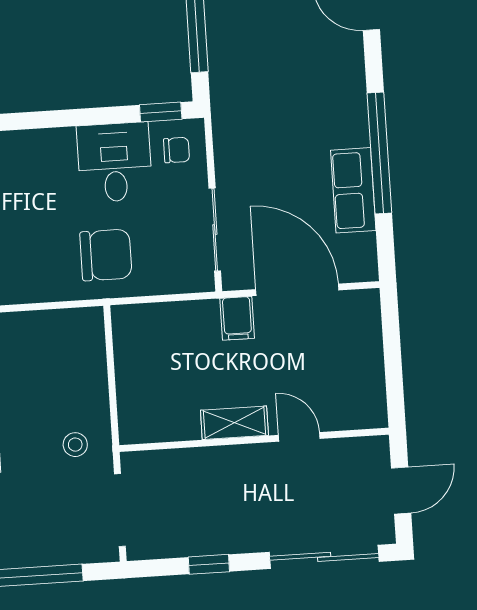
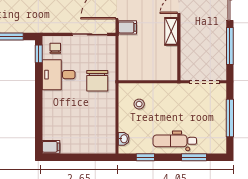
chair: (106, 255) -> (97, 81), turned 180
stool: (75, 445) -> (139, 104), moved
window: (209, 564) -> (230, 46), width x2.17

